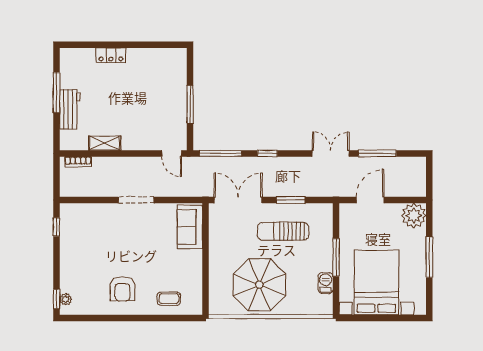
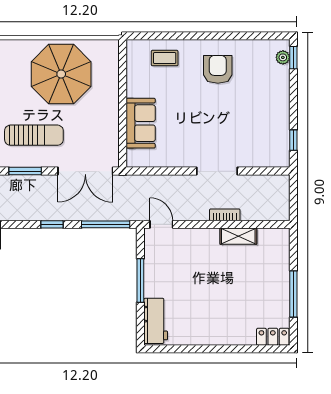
locker: (111, 55) -> (273, 337), moved
workbench: (70, 109) -> (156, 321), moved, turned 180
bookcase: (78, 162) -> (225, 215), moved
doorway: (136, 200) -> (217, 171), moved
sofa: (190, 227) -> (141, 123), moved

